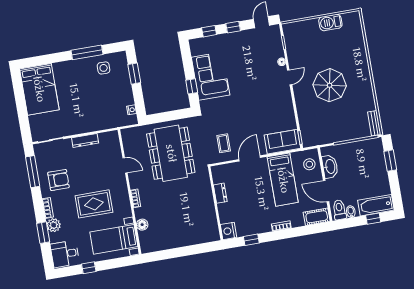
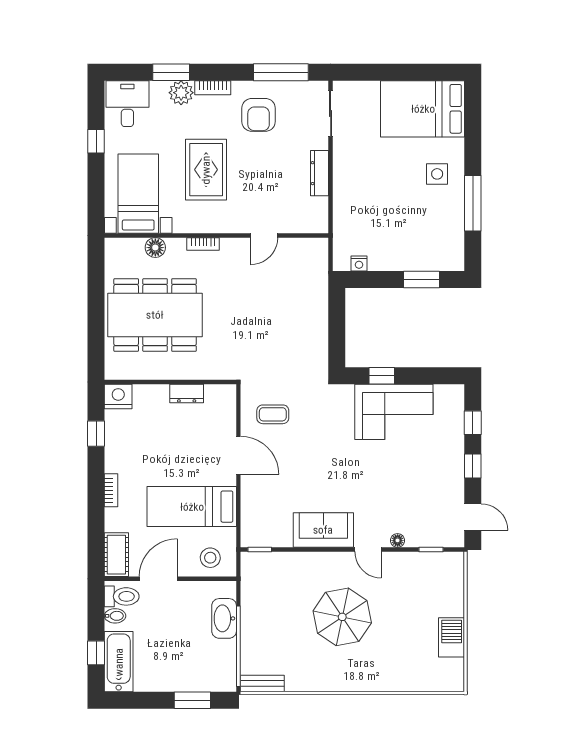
side table: (104, 68) -> (437, 174), moved
sofa: (282, 142) -> (323, 530), moved, turned -90
dining table: (171, 153) -> (155, 315), moved
washbasin: (330, 166) -> (224, 618), moved, turned 90

